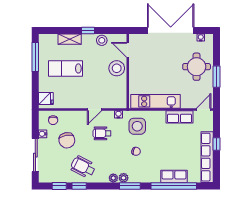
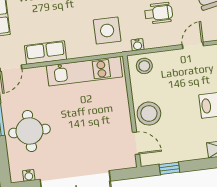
window: (88, 31) -> (169, 168), moved
stool: (102, 40) -> (144, 66), moved
door: (95, 109) -> (193, 45), moved

